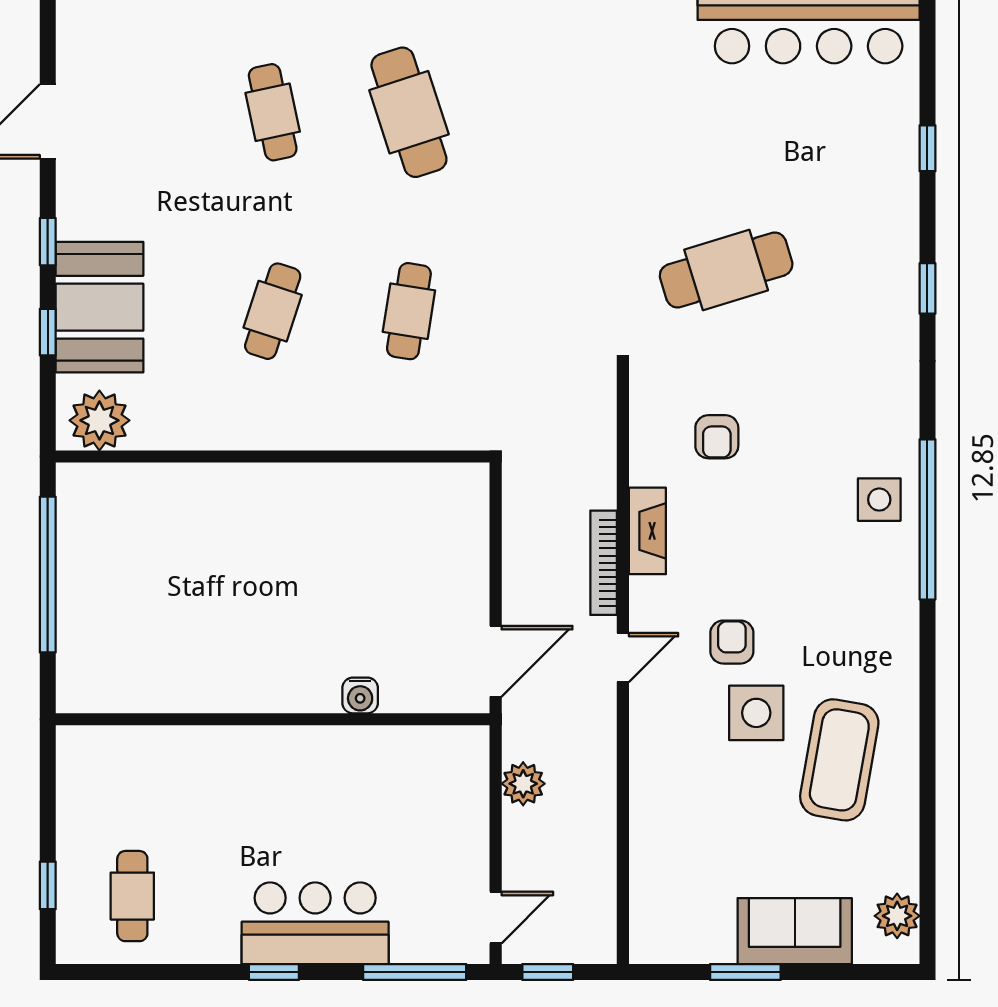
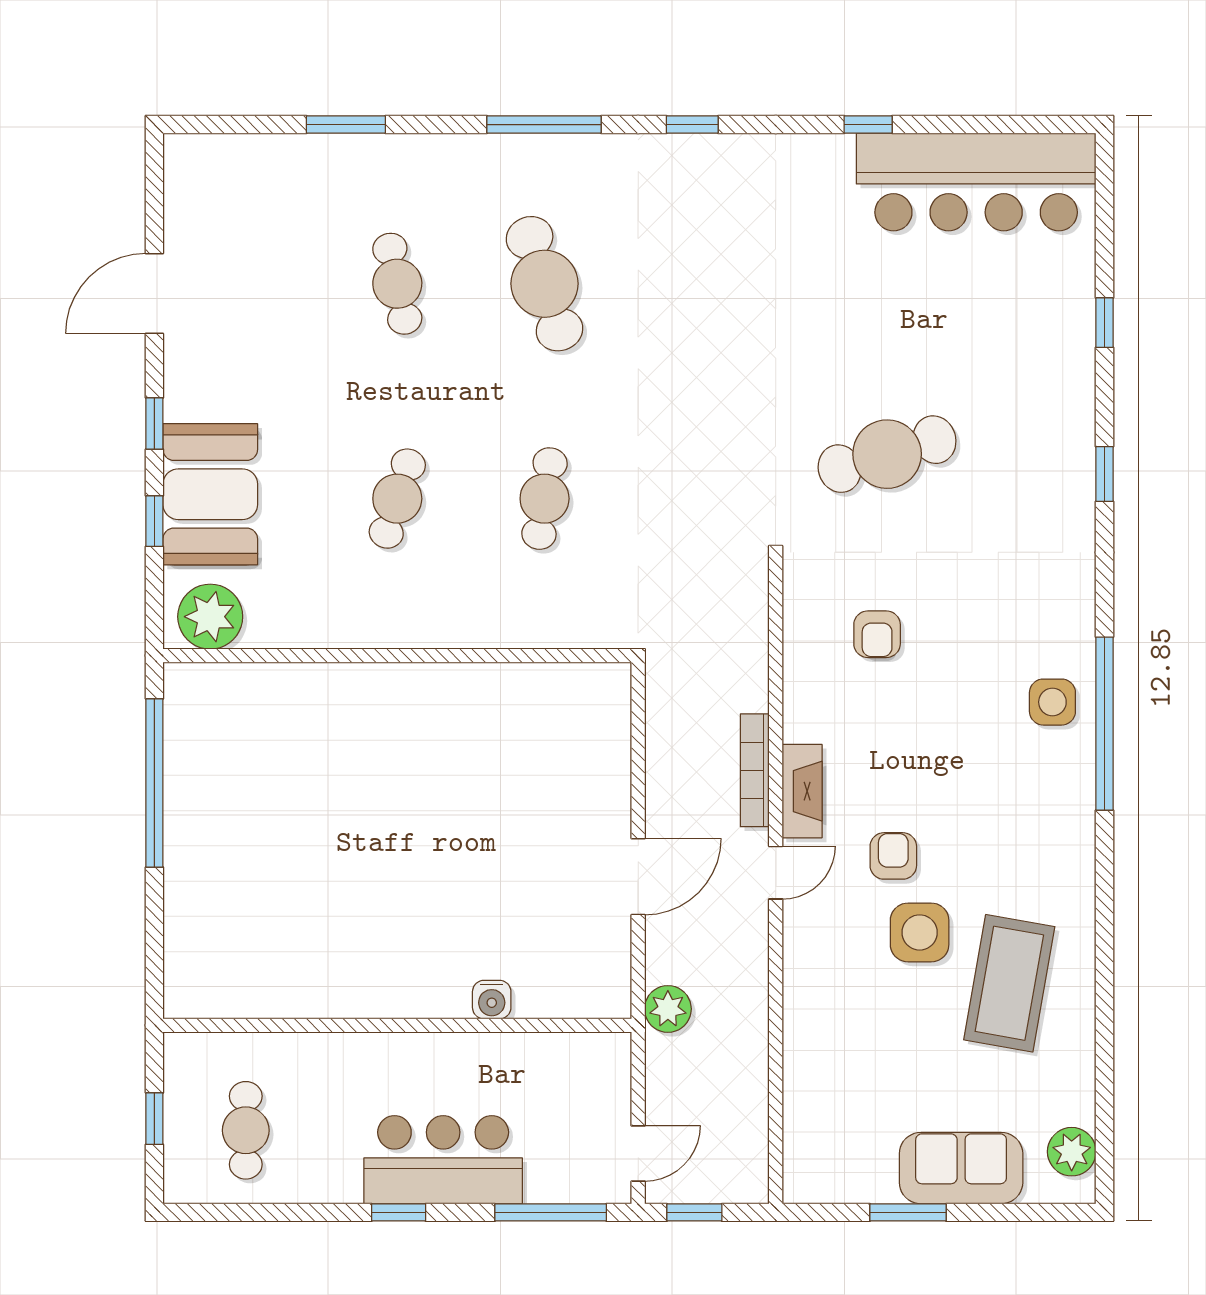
fireplace: (647, 531) -> (802, 791), moved
water cooler: (360, 695) -> (492, 1000), moved
wall: (273, 719) -> (397, 1025), moved

